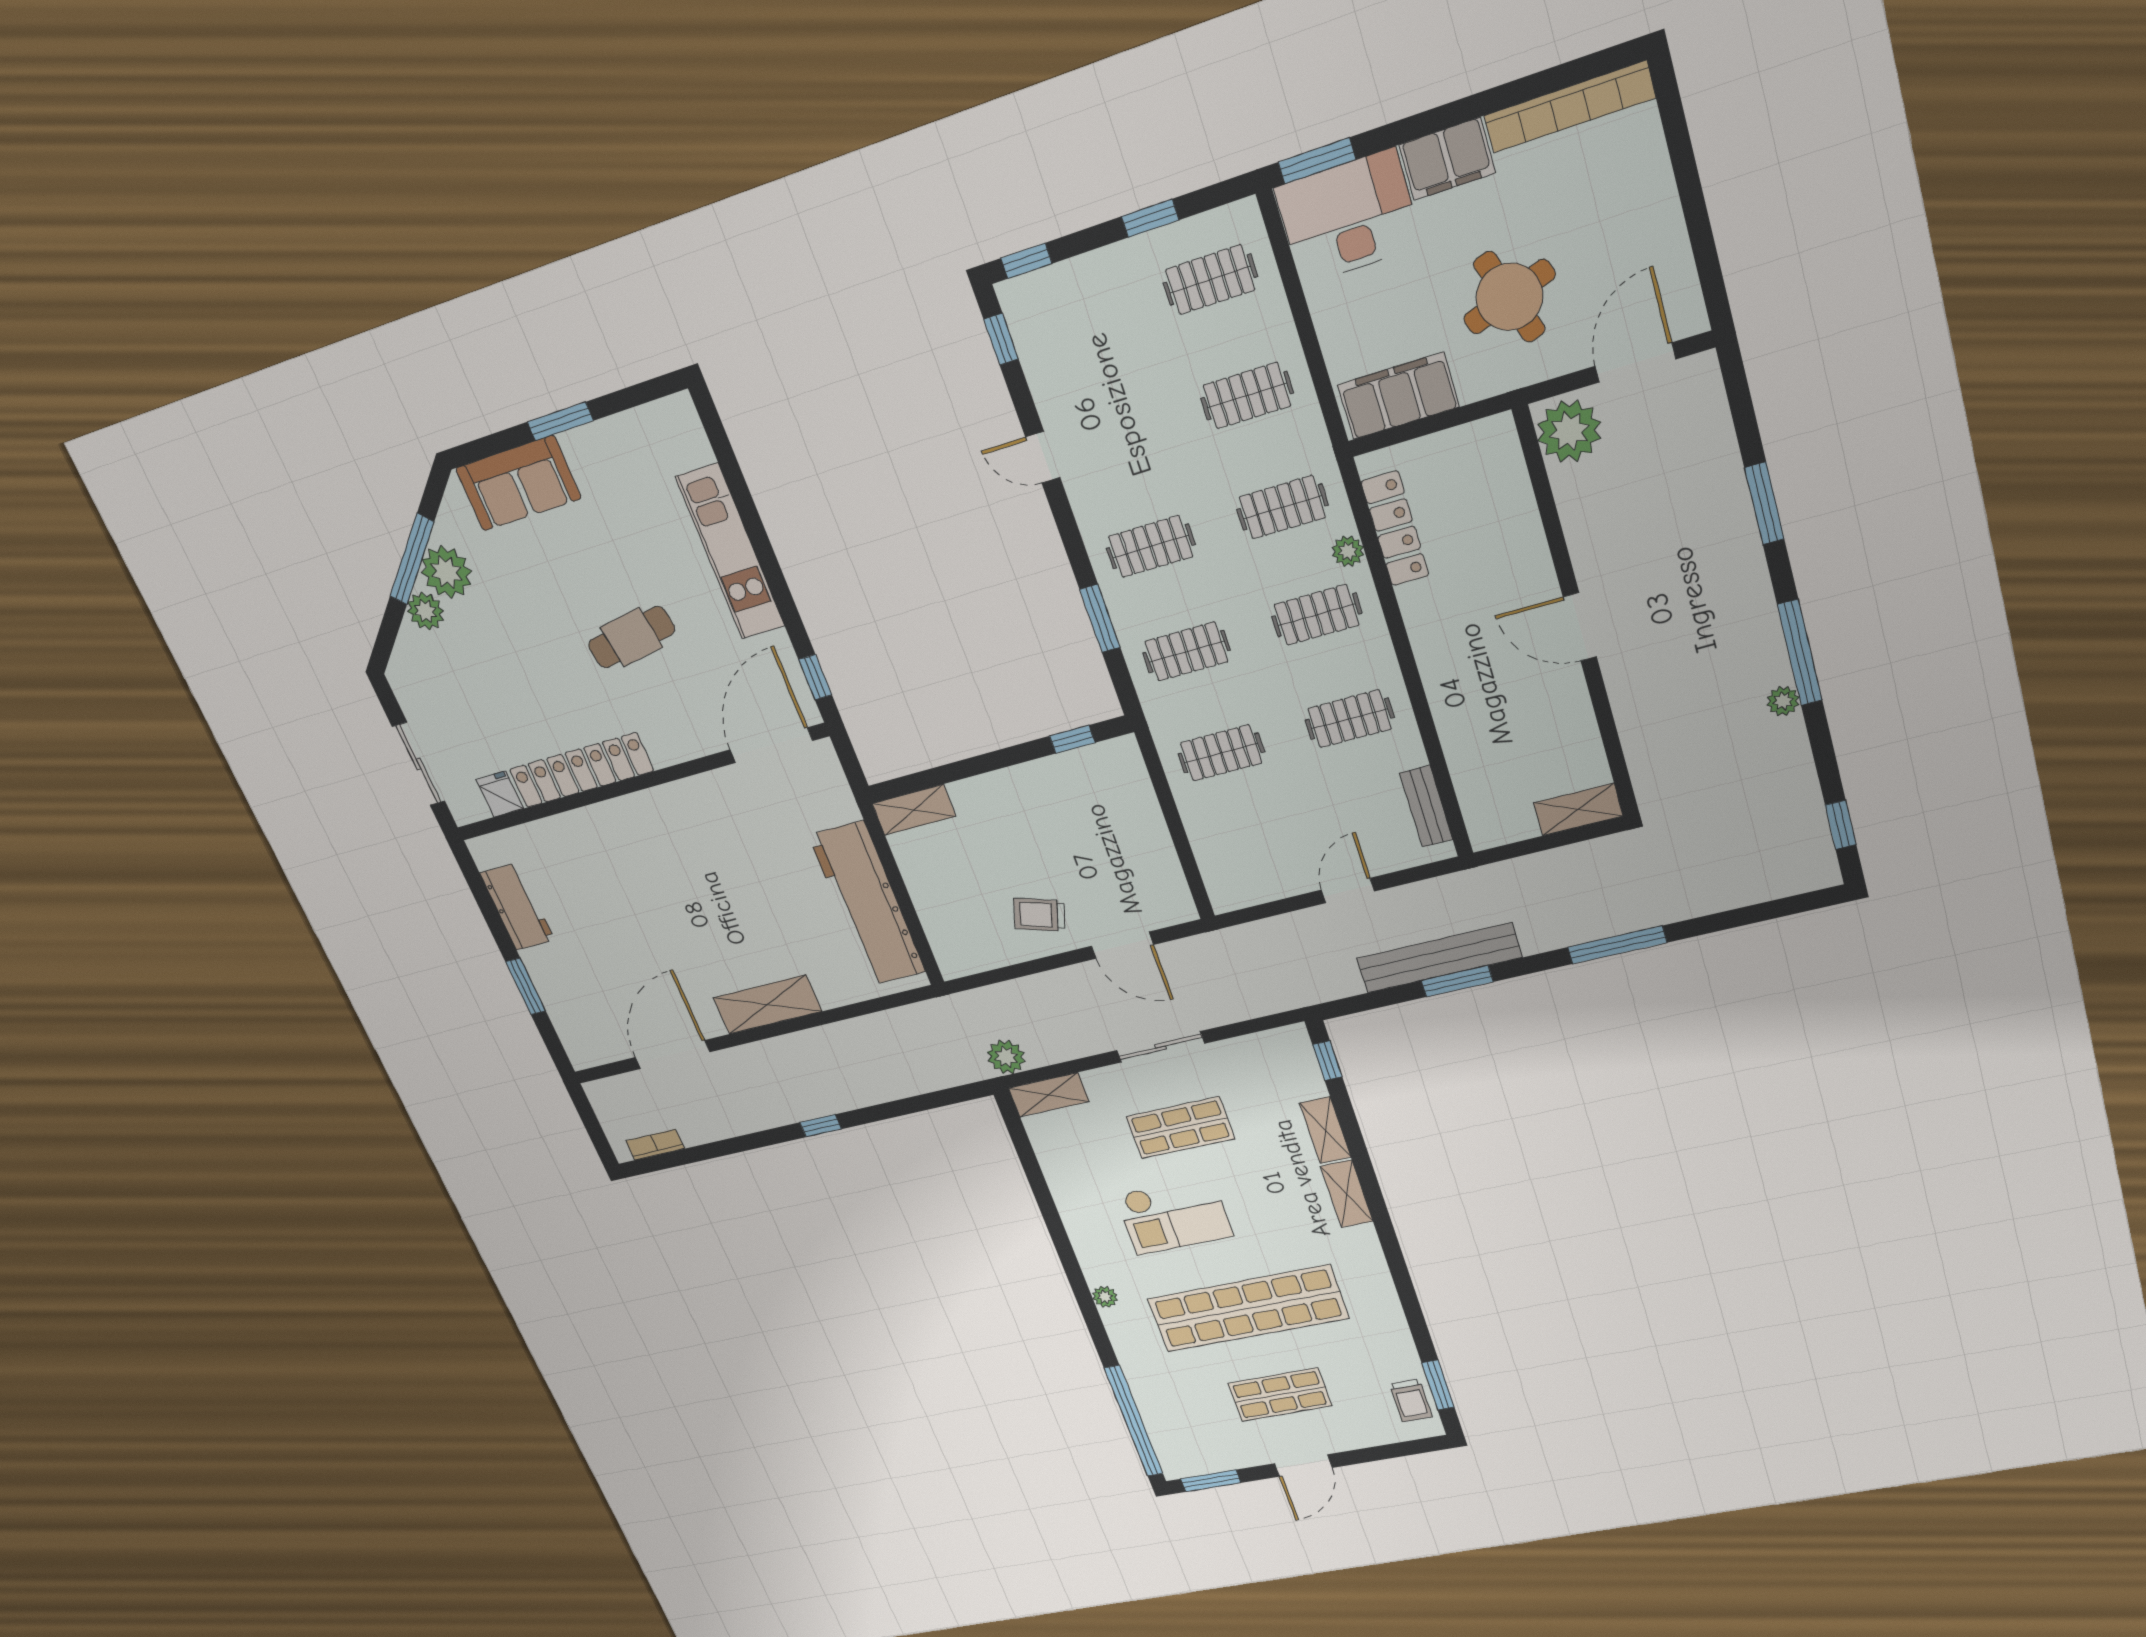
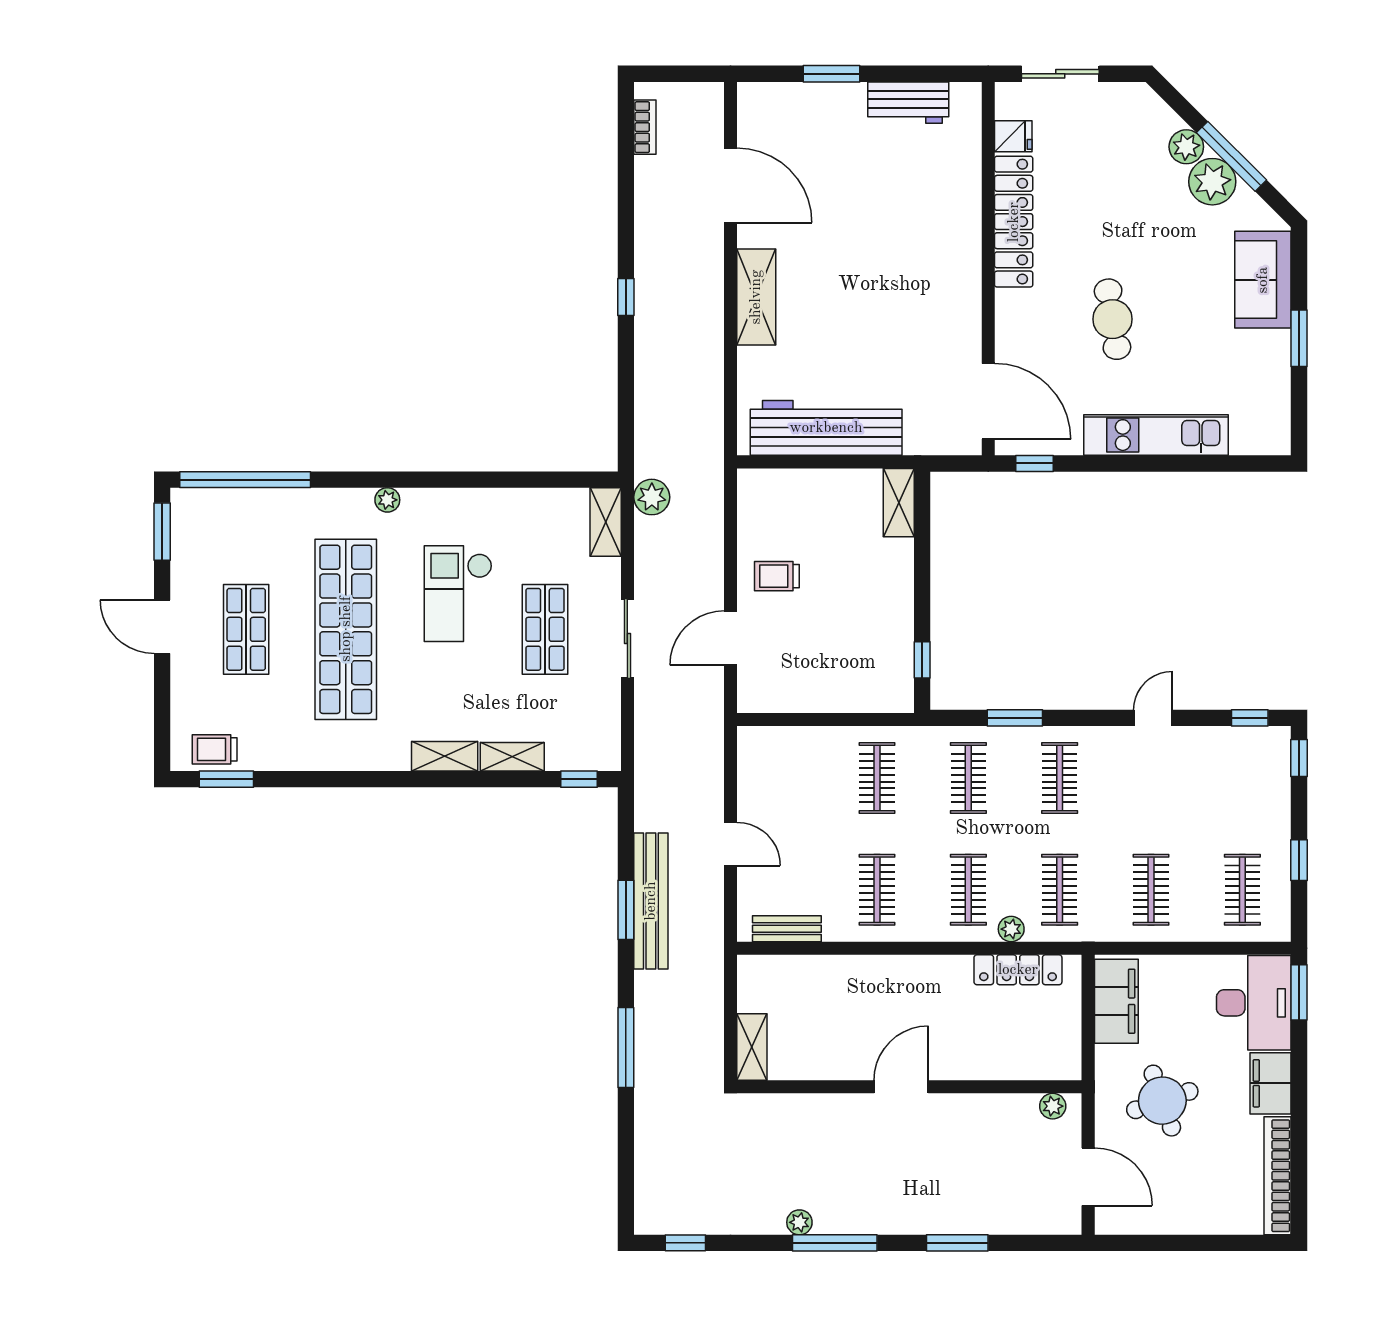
plant: (1569, 431) -> (1053, 1106), width x0.53, depth x0.53
trolley: (1039, 915) -> (777, 576), turned -108

